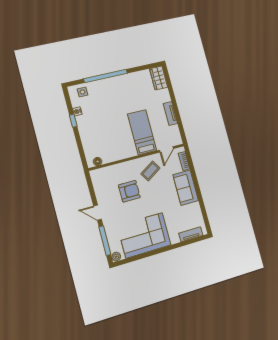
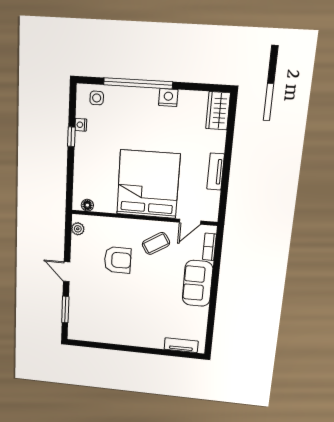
nightstand: (127, 79) -> (168, 98), added
bed: (142, 132) -> (148, 184), width x2.04
corner sofa: (144, 235) -> (118, 323), removed
window: (105, 241) -> (65, 310), width x0.69
plant: (116, 257) -> (78, 229), moved

